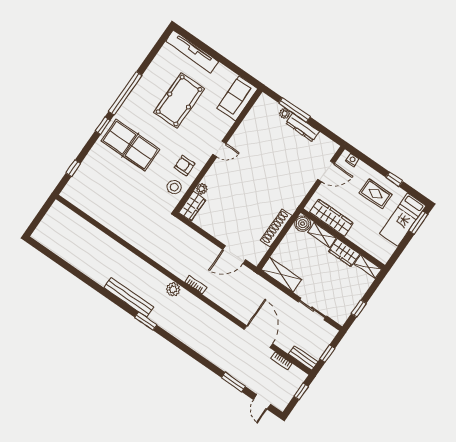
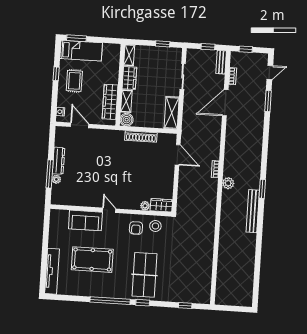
sofa: (237, 98) -> (85, 220), moved

